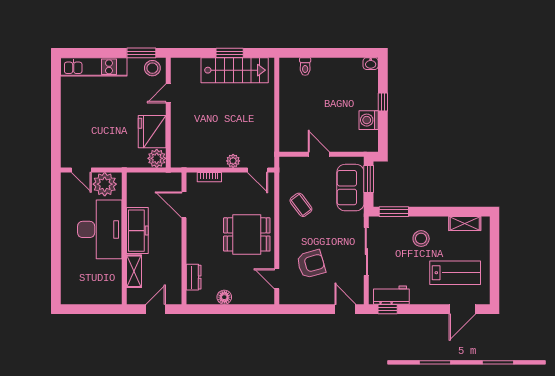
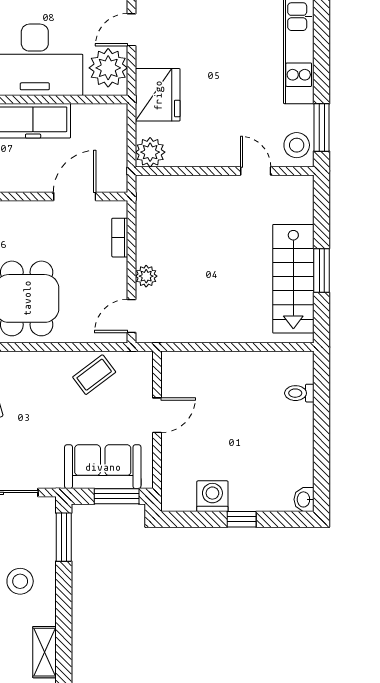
fridge: (152, 132) -> (158, 95), moved, turned 90
coffee table: (301, 205) -> (94, 375), moved

